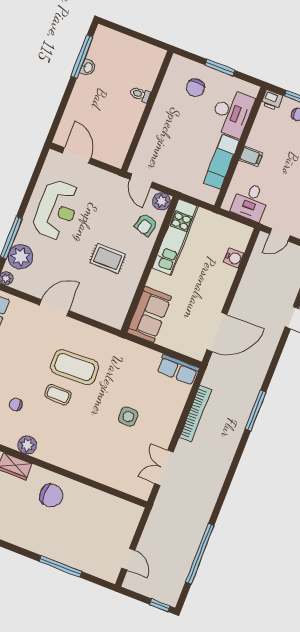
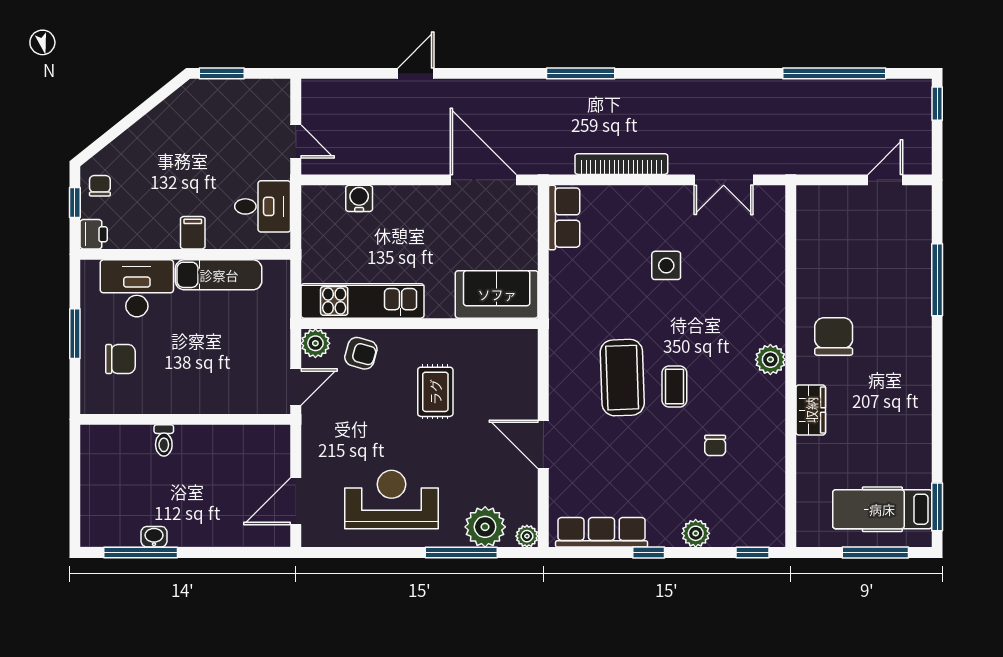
plant: (27, 445) -> (770, 360), moved

